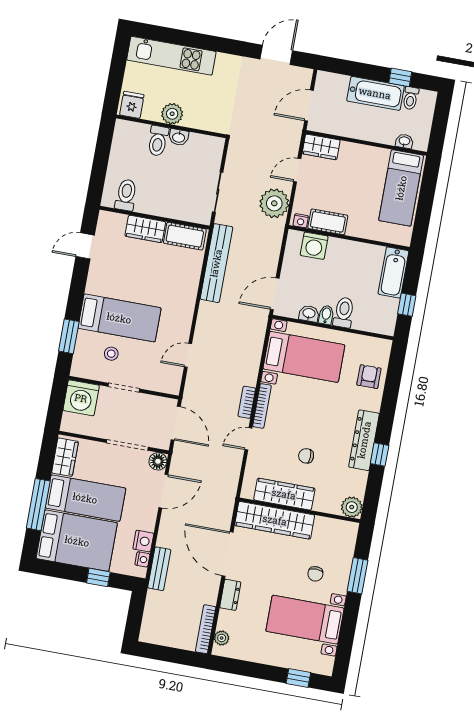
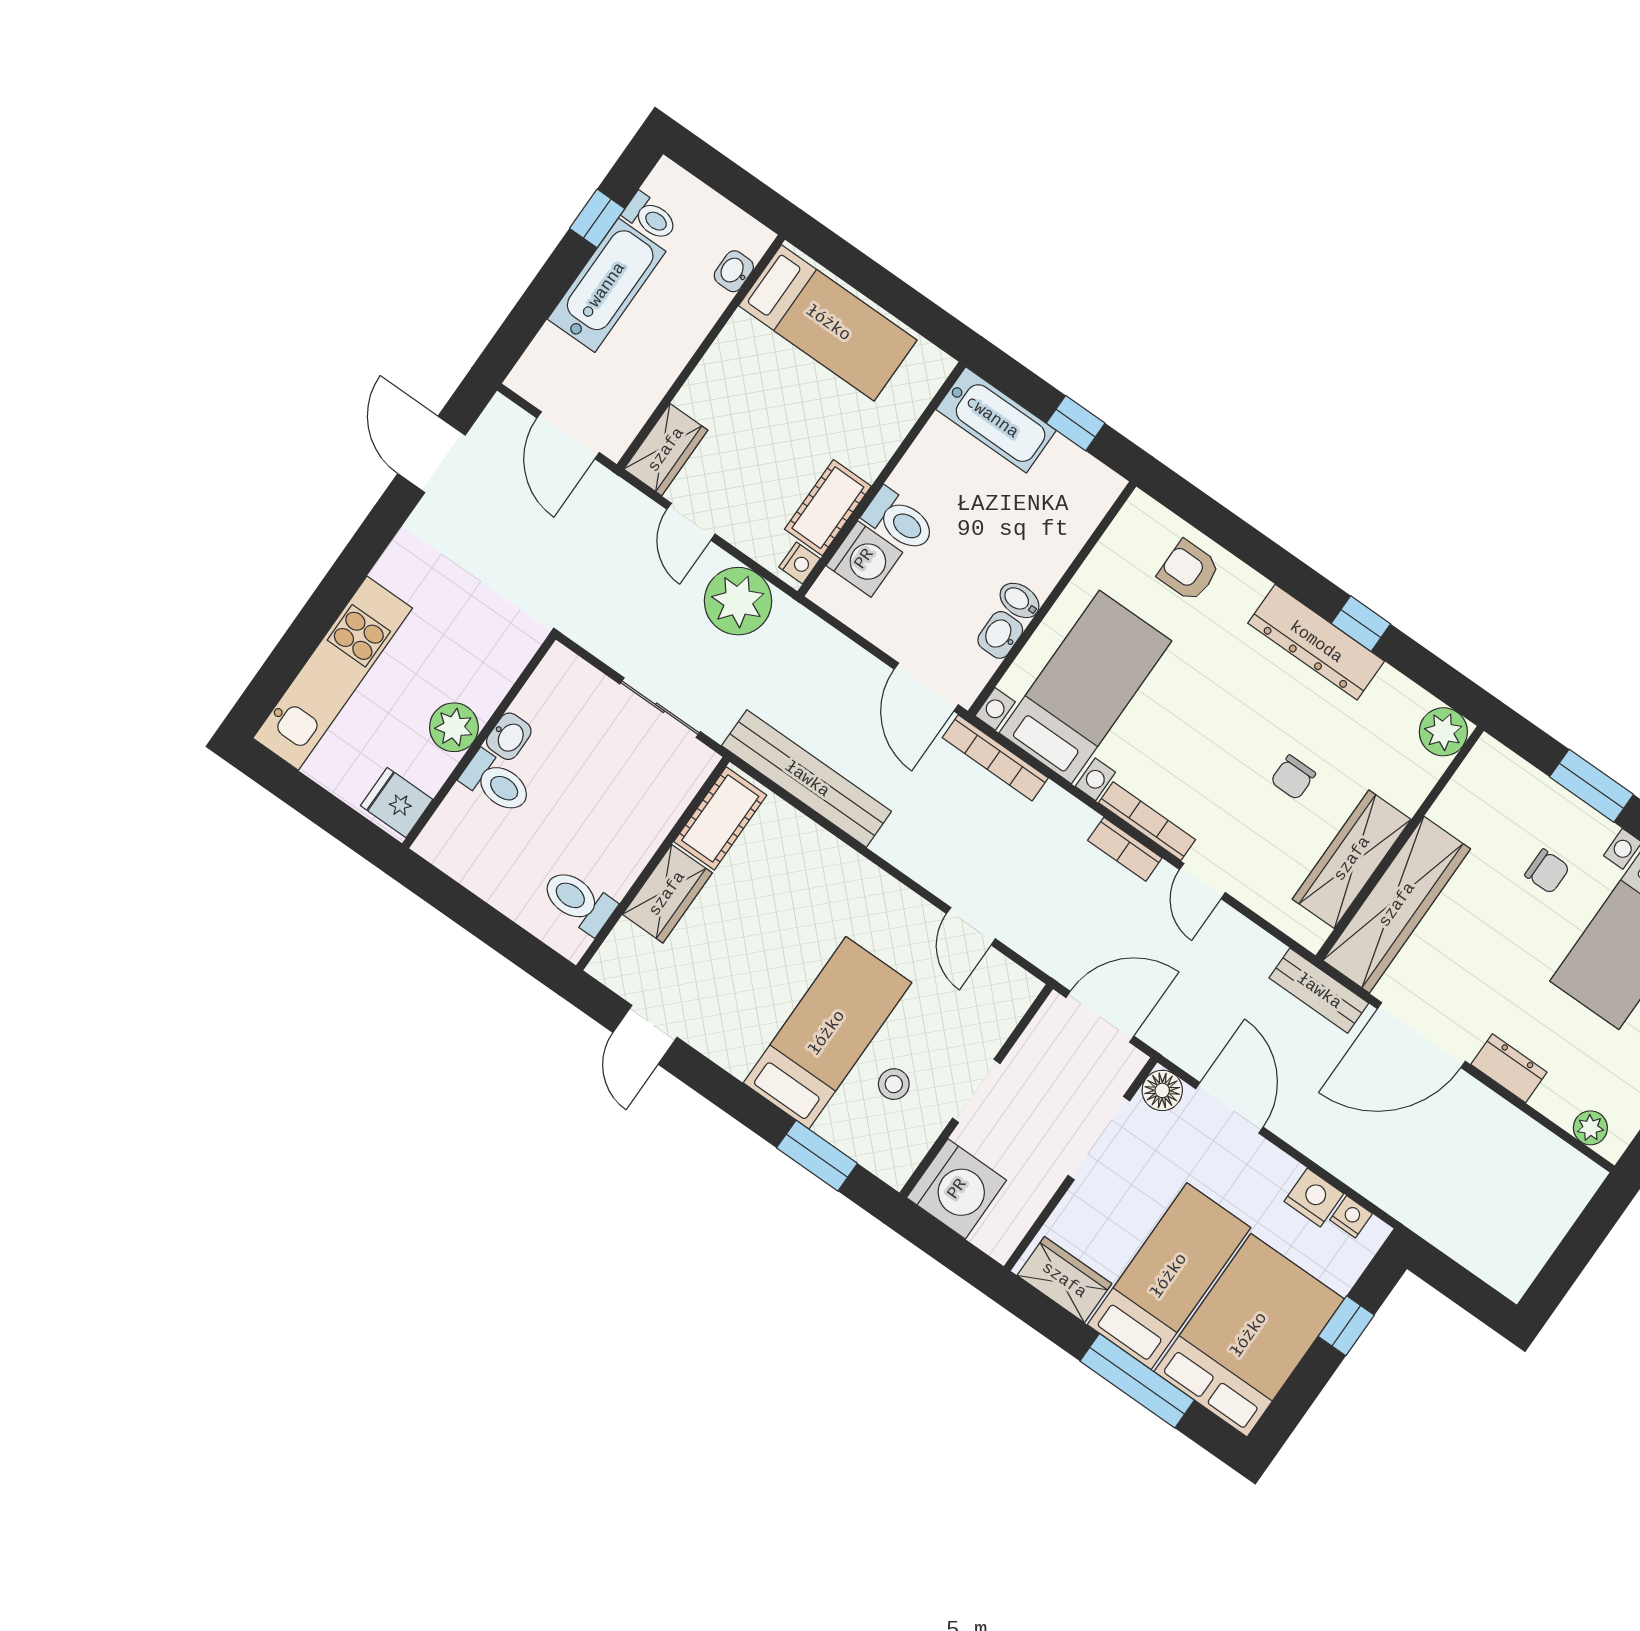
toilet: (344, 312) -> (899, 520), moved, turned 180
bench: (159, 569) -> (1319, 991), moved
bookcase: (206, 629) -> (995, 758), moved

